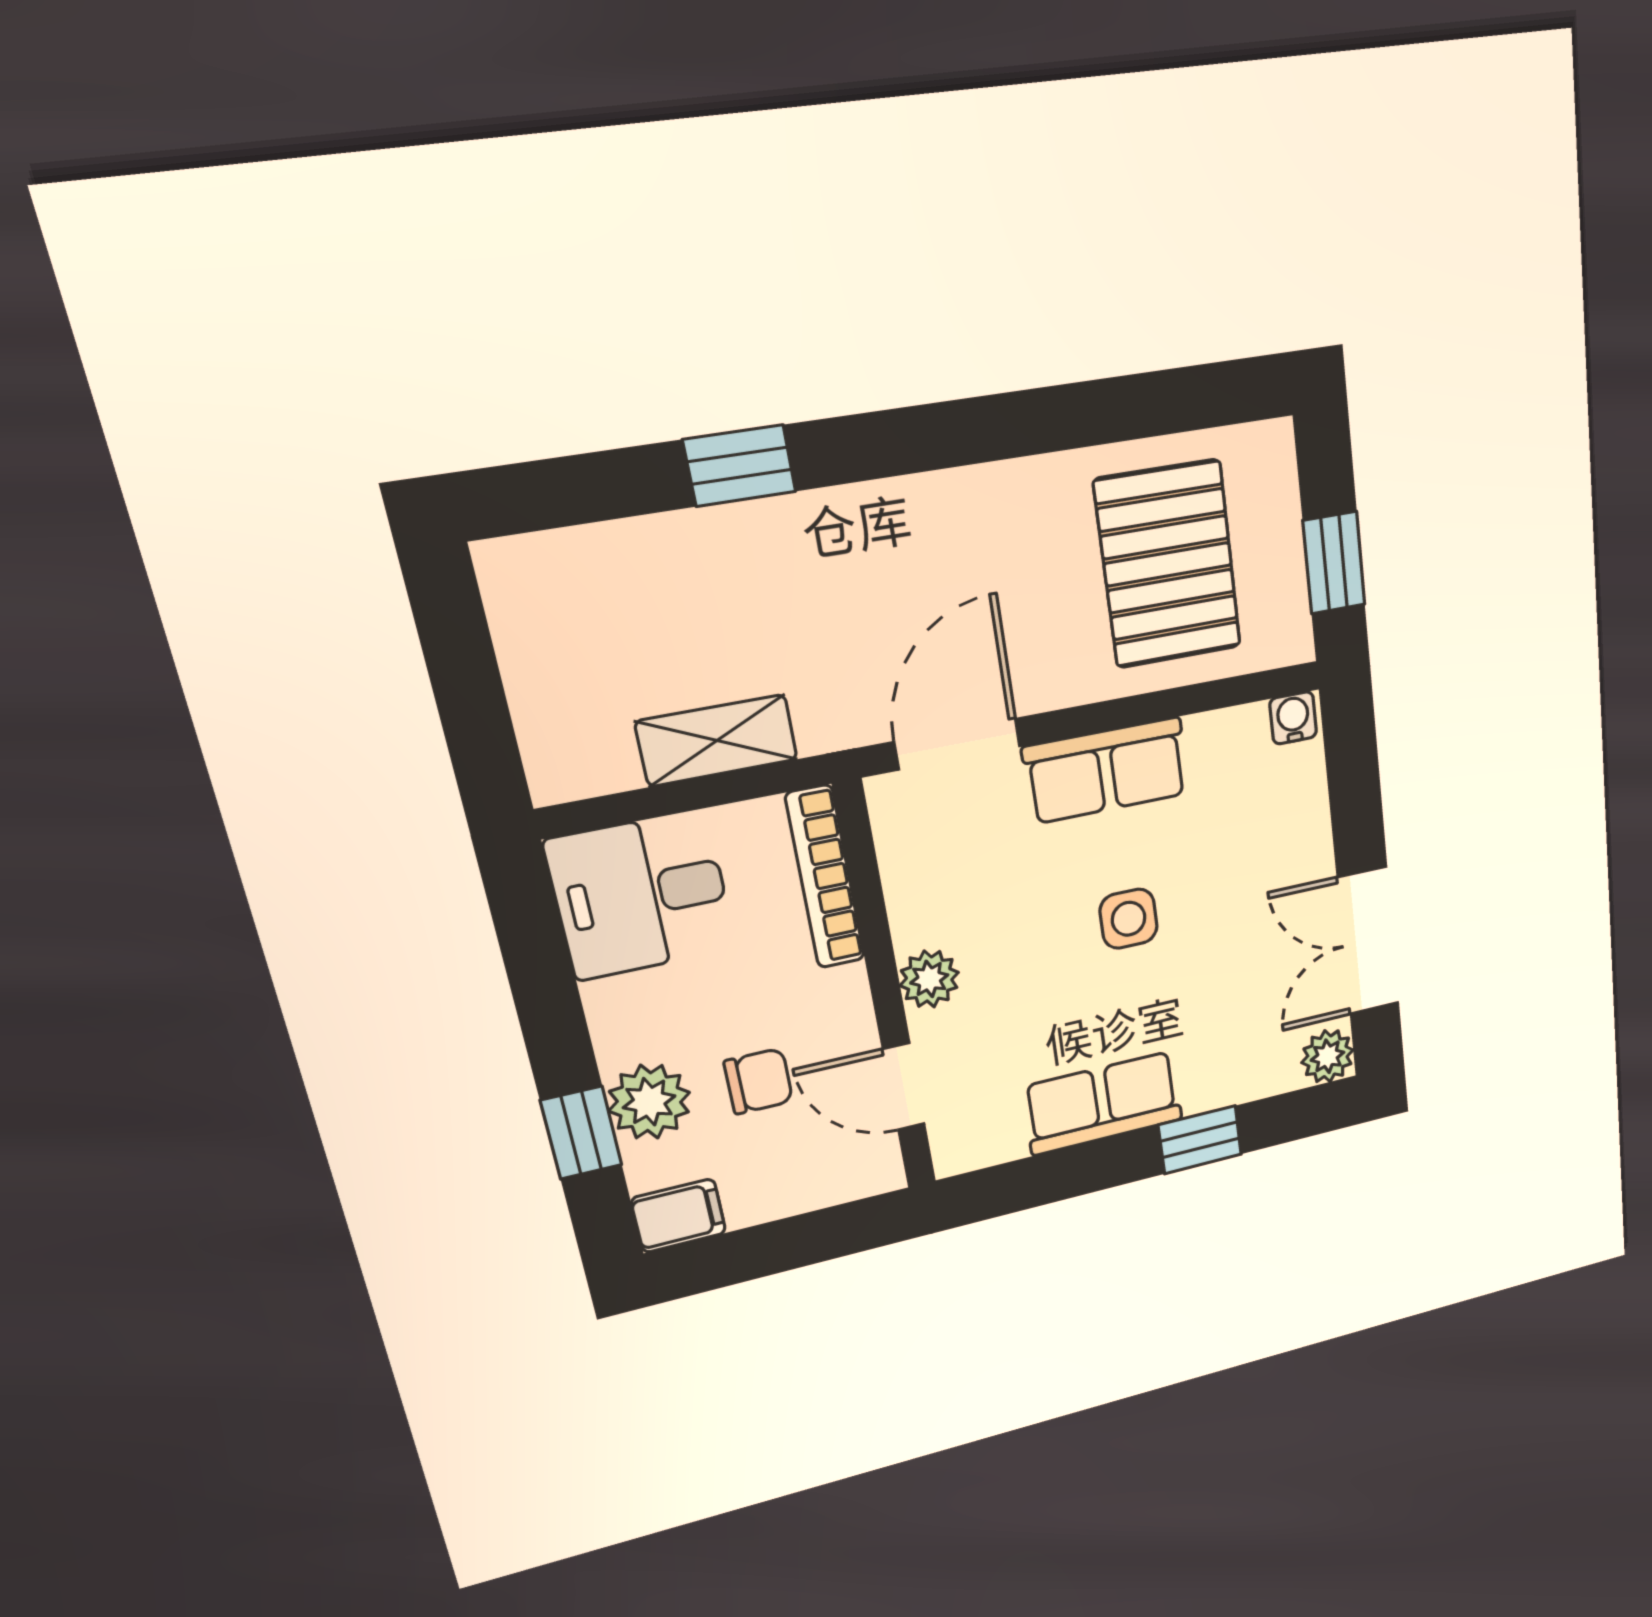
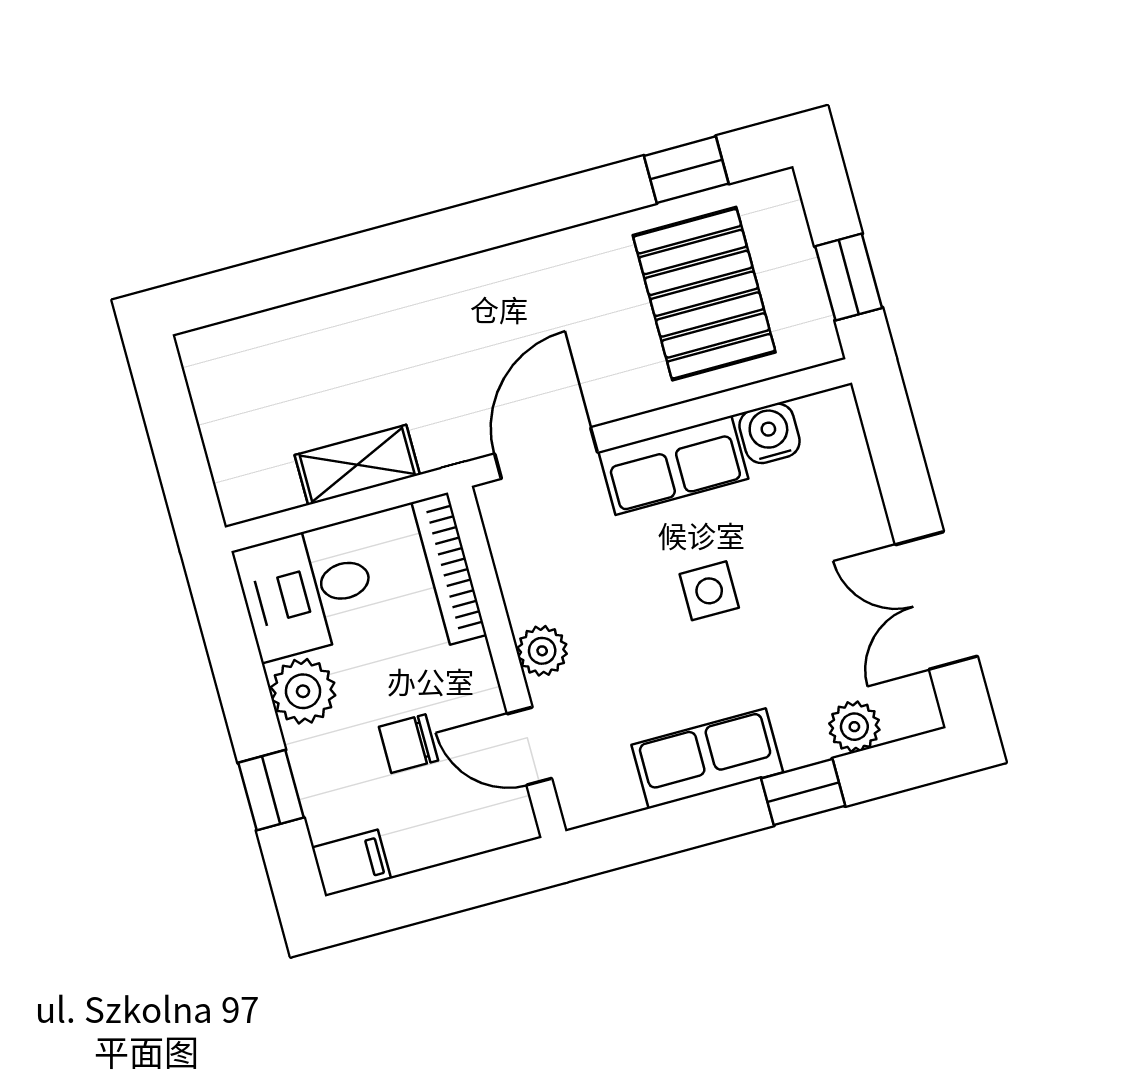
window: (740, 466) -> (686, 170), moved
water cooler: (1293, 718) -> (770, 433), moved, width x1.38, depth x1.38
plant: (1327, 1056) -> (854, 727), moved
chair: (758, 1081) -> (408, 744), turned 180
plant: (649, 1102) -> (303, 691), moved

